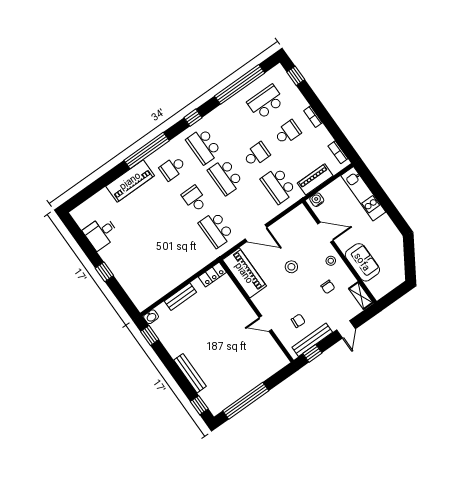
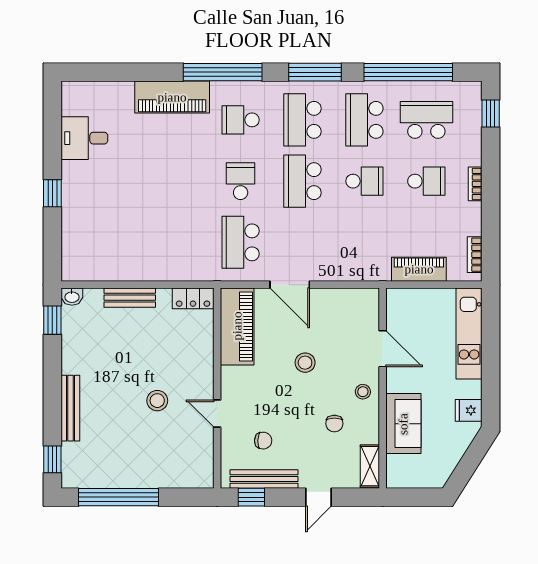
window: (193, 118) -> (315, 72), width x2.17
school desk: (278, 185) -> (364, 120), moved
water cooler: (317, 200) -> (402, 298), removed
fridge: (390, 232) -> (469, 410), added
stool: (231, 338) -> (157, 401), added

